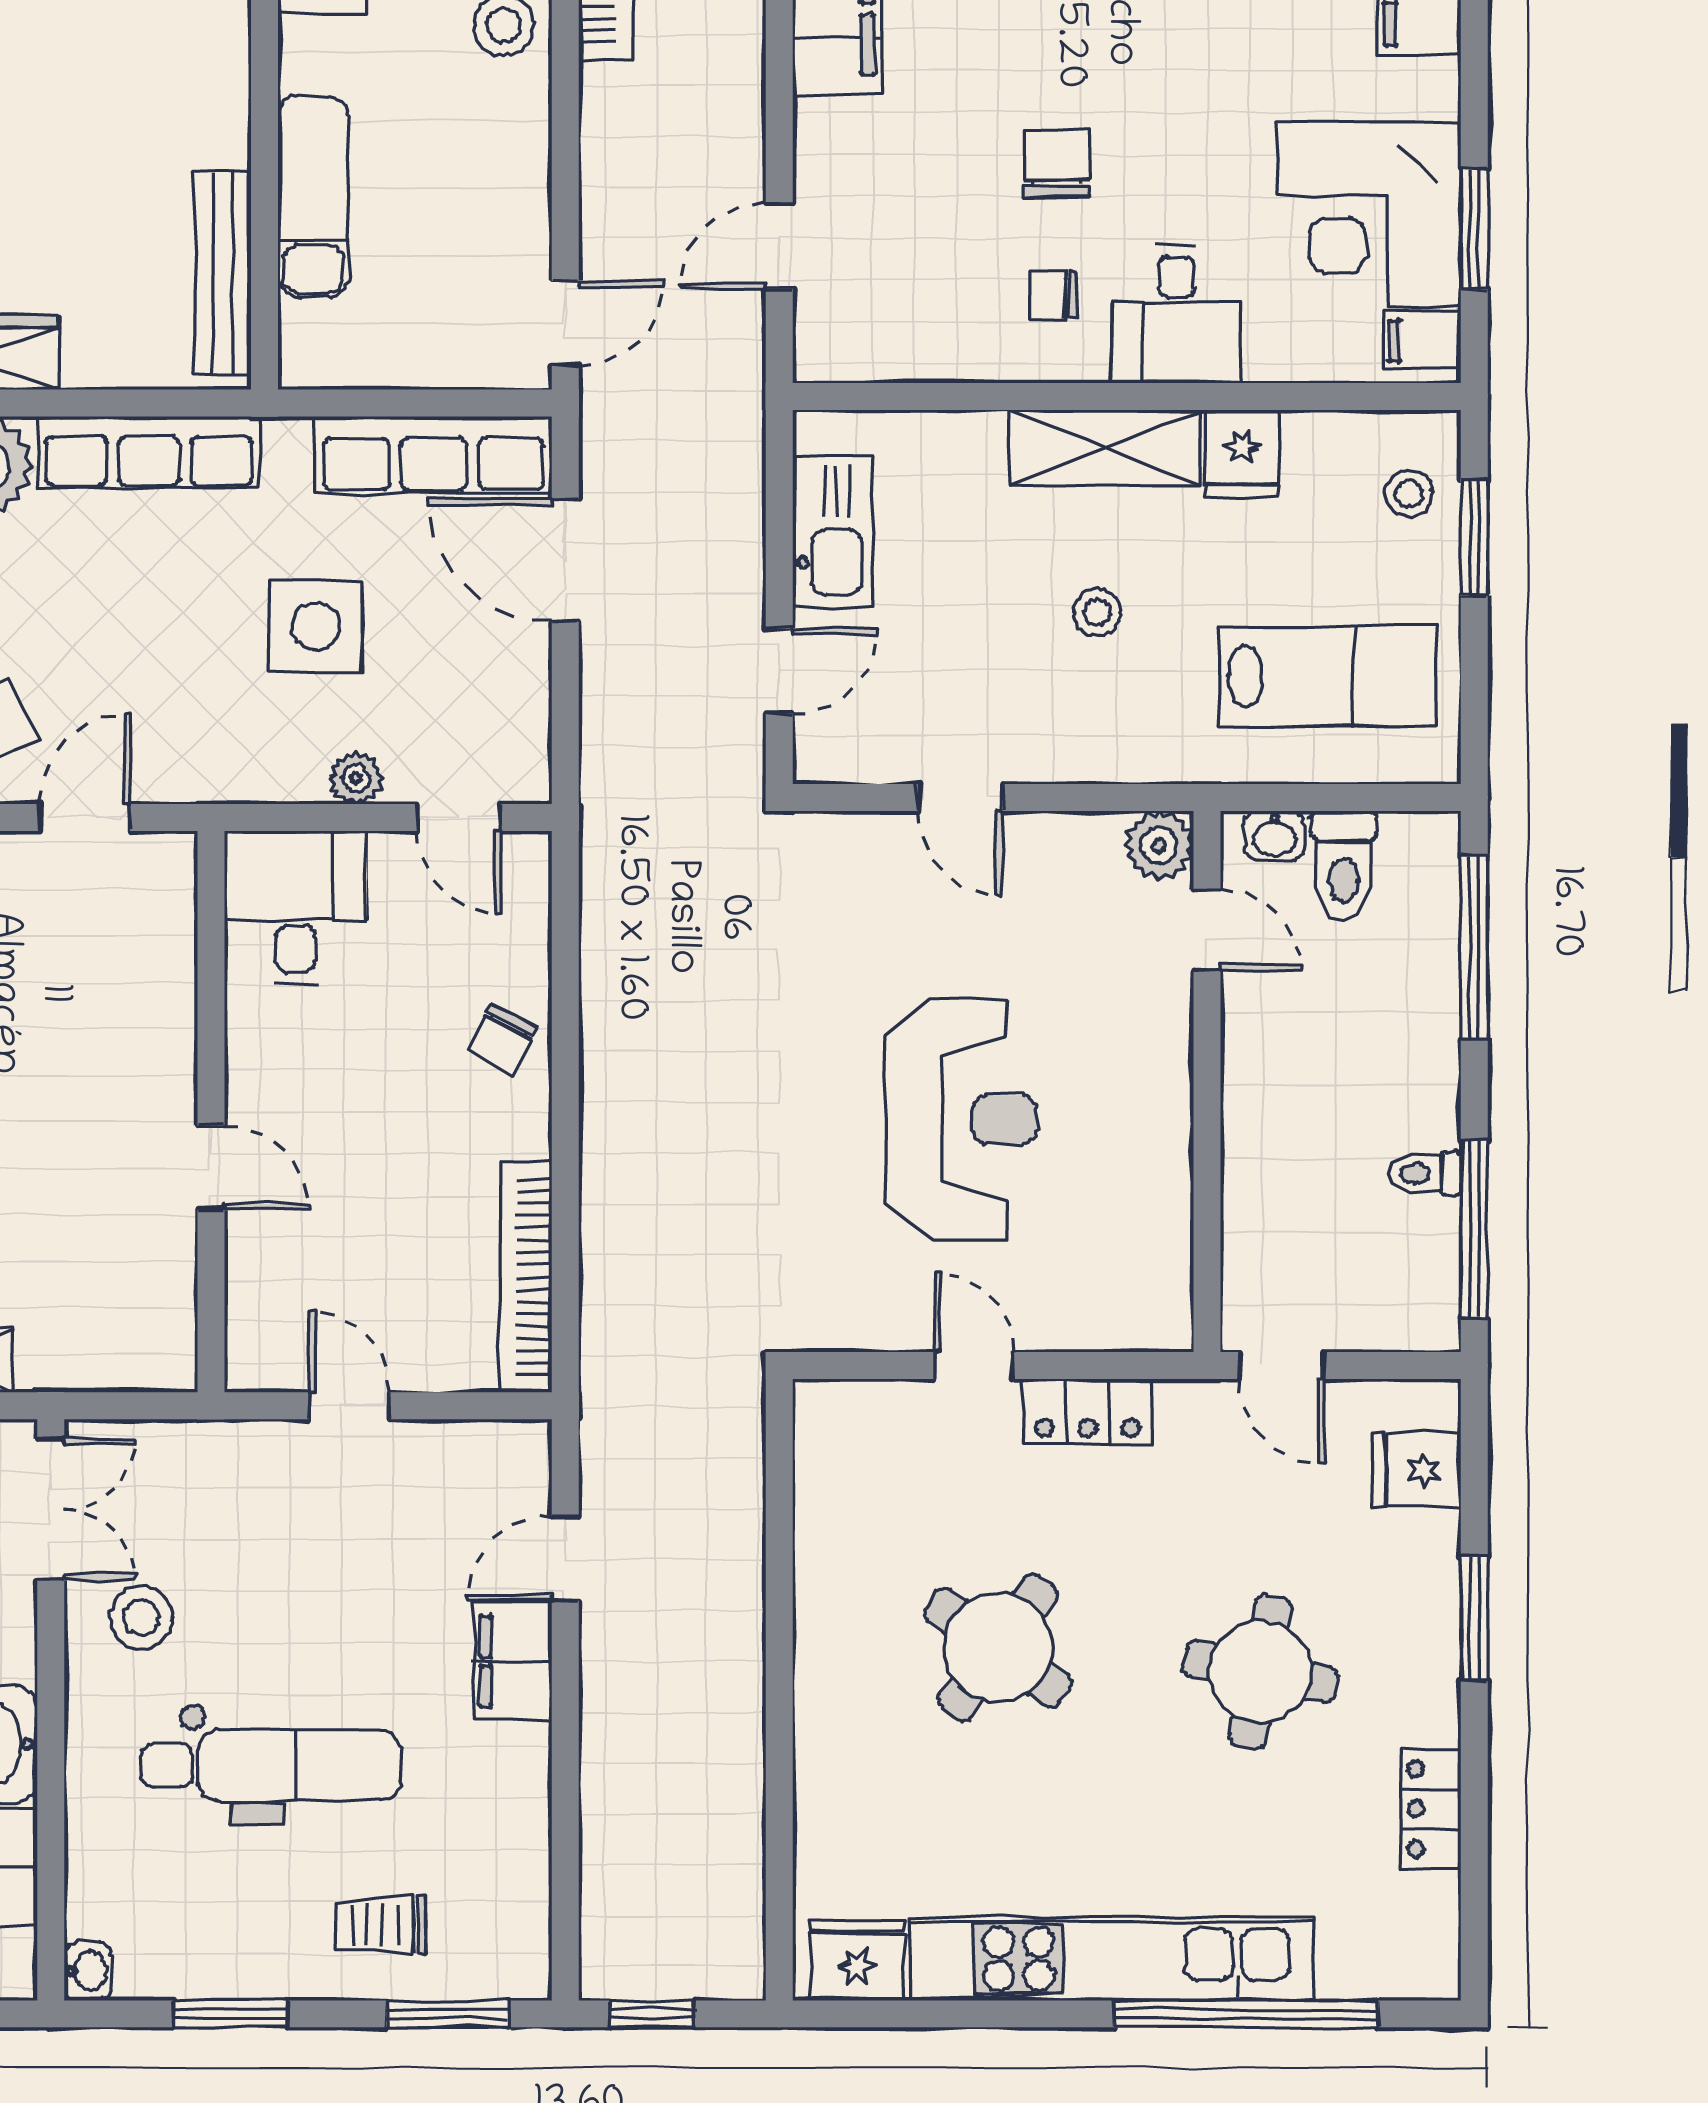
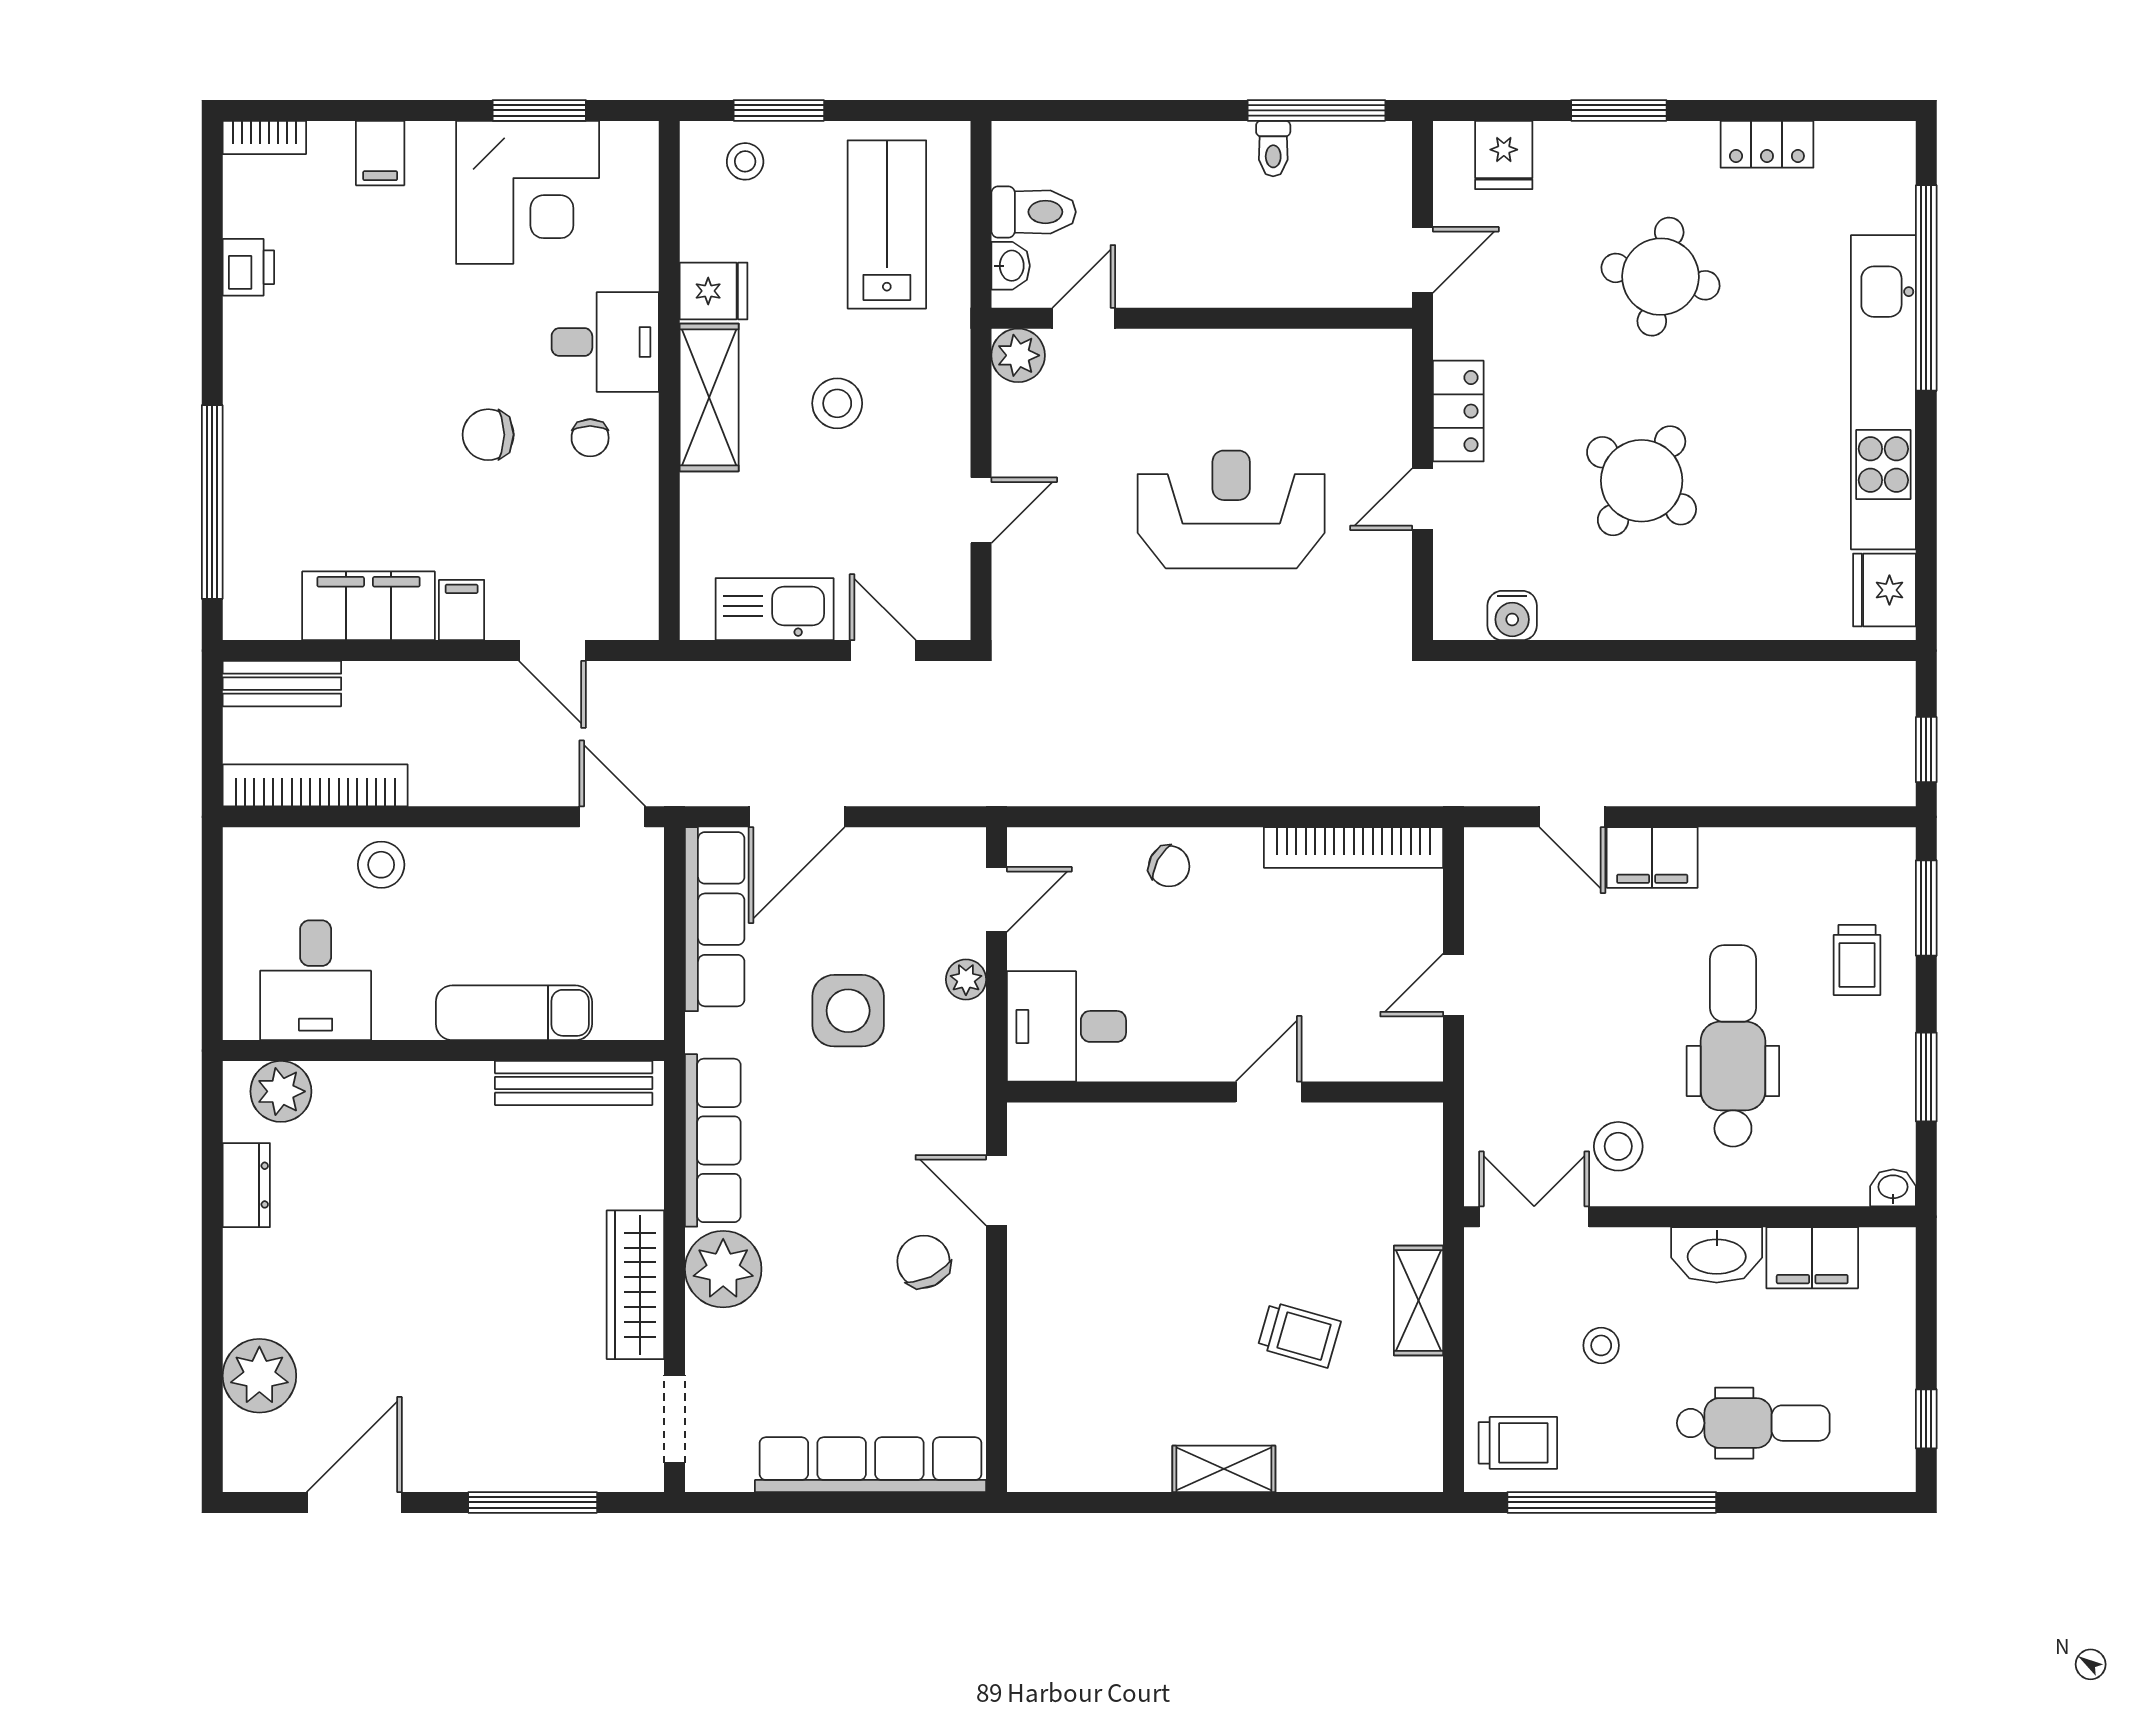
filing cabinet: (1422, 341) -> (462, 610), moved, turned 180
stool: (1097, 613) -> (837, 403), width x1.37, depth x1.37
window: (1474, 947) -> (1098, 110), removed
water cooler: (824, 1481) -> (1512, 616), added

